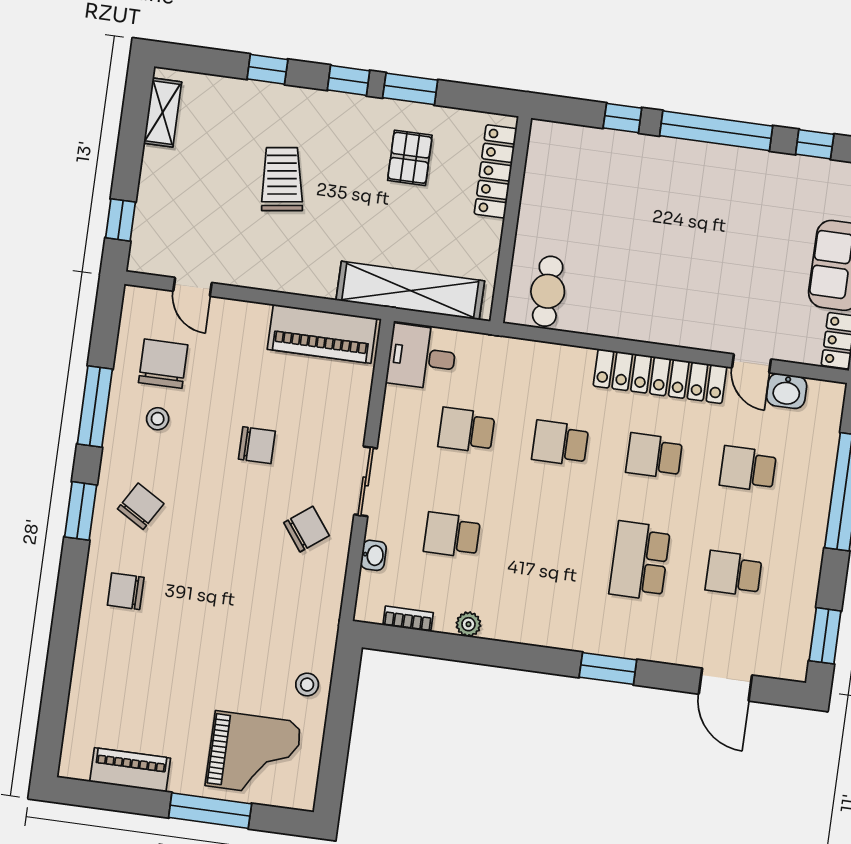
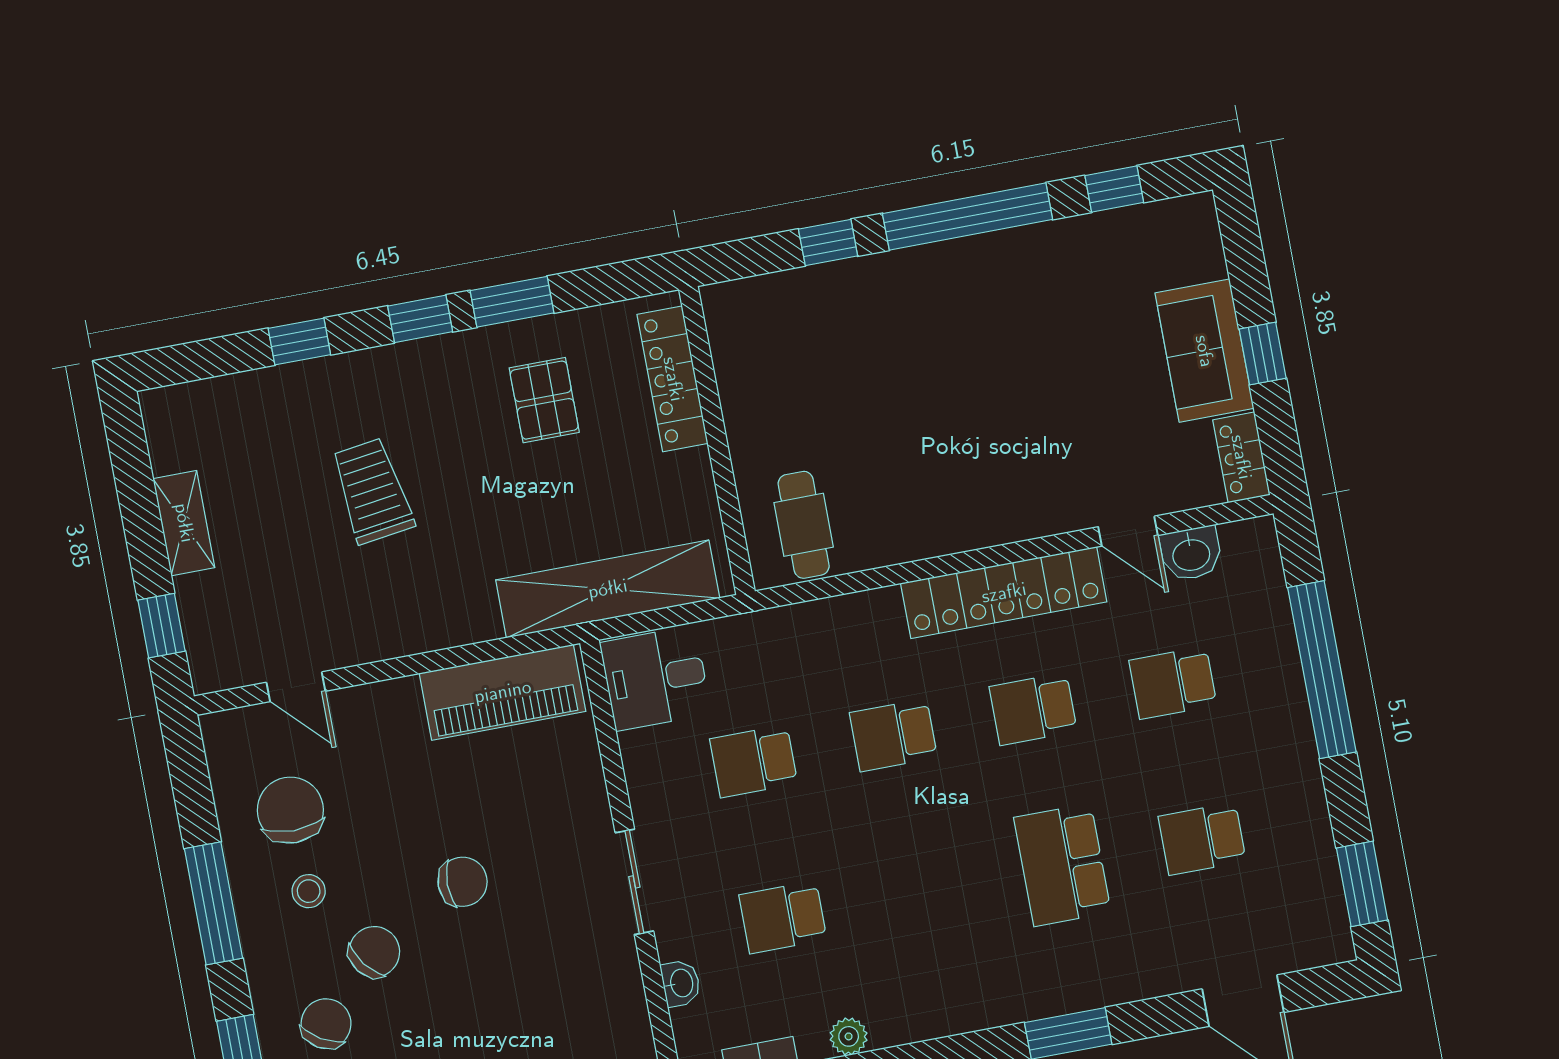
shelving: (163, 113) -> (184, 523), moved
chair: (306, 529) -> (374, 952), moved

